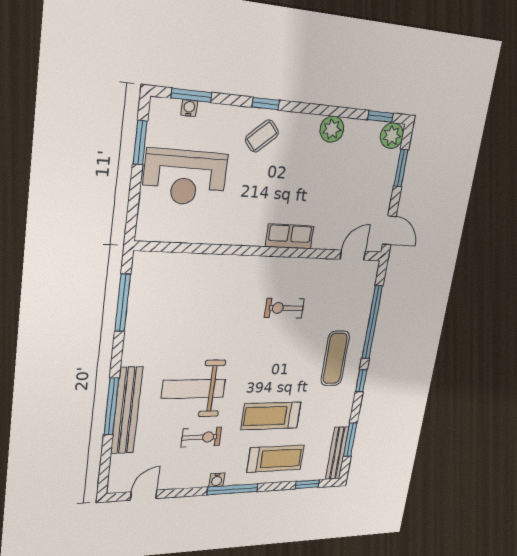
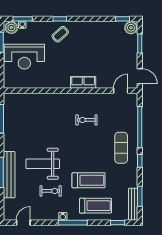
plant: (332, 129) -> (11, 28), moved
treadmill: (271, 416) -> (89, 180), turned 180

